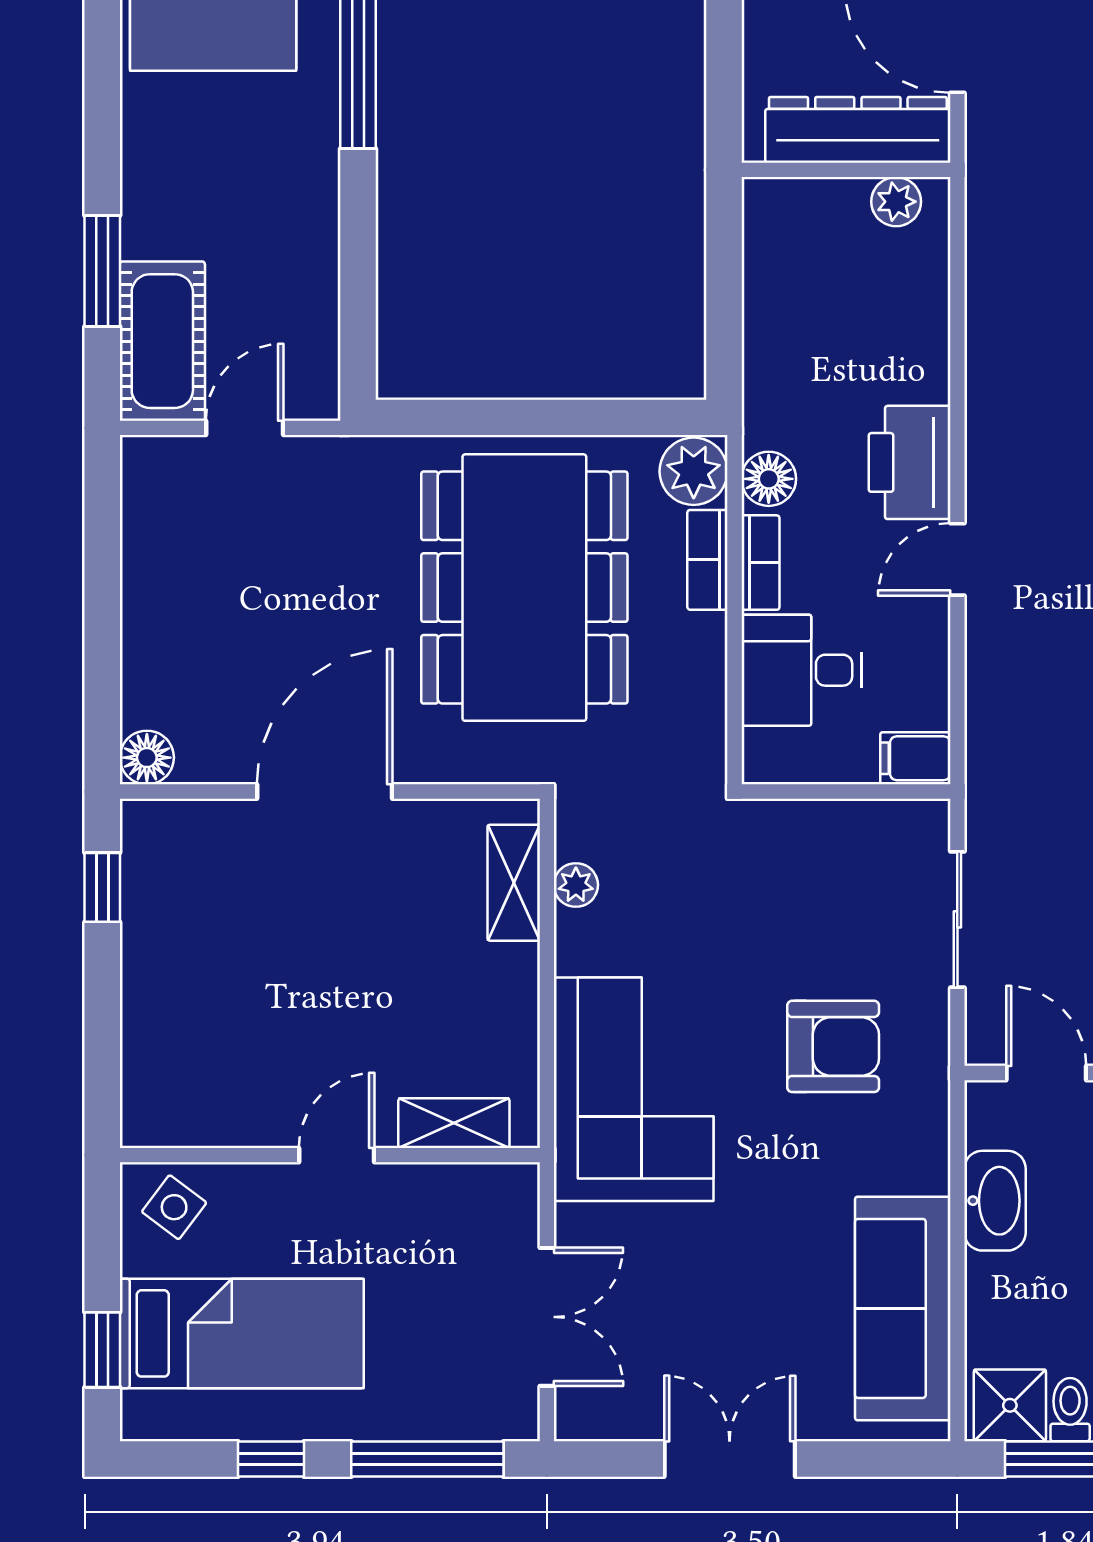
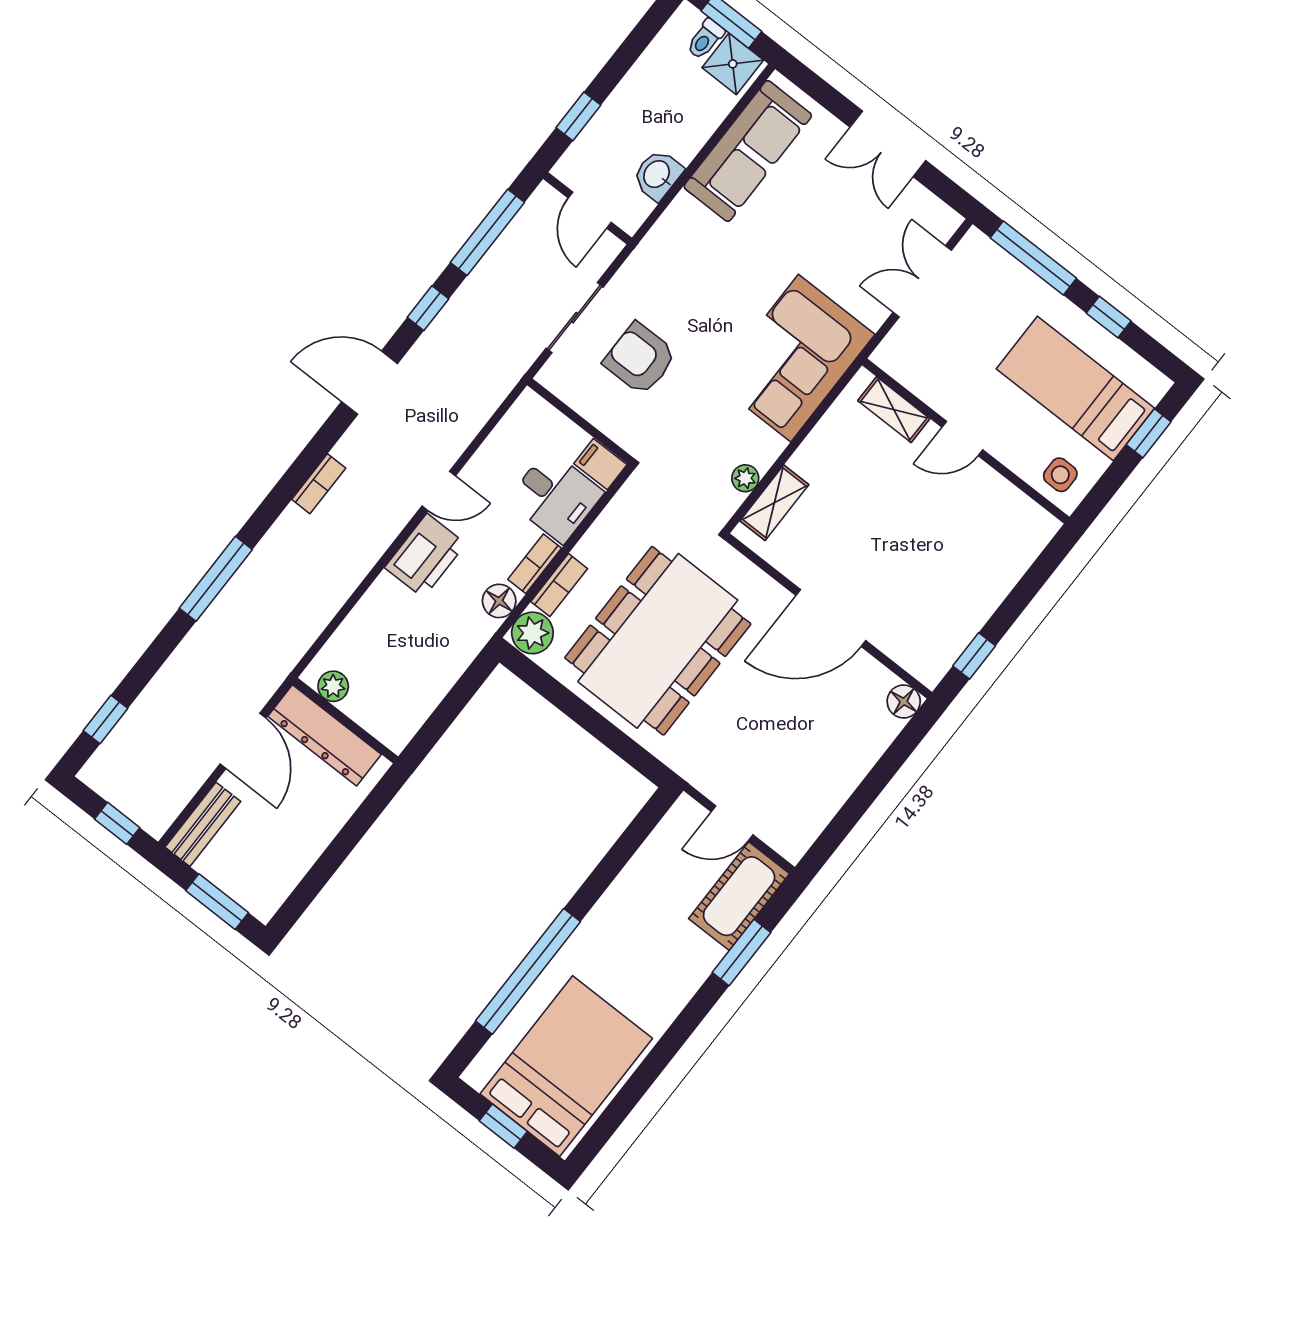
filing cabinet: (915, 758) -> (600, 464), moved, turned 180
armchair: (833, 1046) -> (640, 359), moved
washbasin: (995, 1201) -> (657, 175), width x0.72
side table: (174, 1207) -> (1060, 475), turned -37

